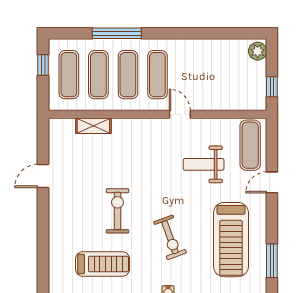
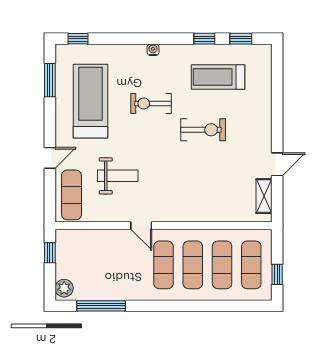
window: (117, 33) -> (101, 306), moved
shelving: (93, 126) -> (264, 196), moved, turned 90
exercise bike: (118, 211) -> (203, 130), turned -90
exercise bike: (170, 237) -> (151, 103), turned -70

